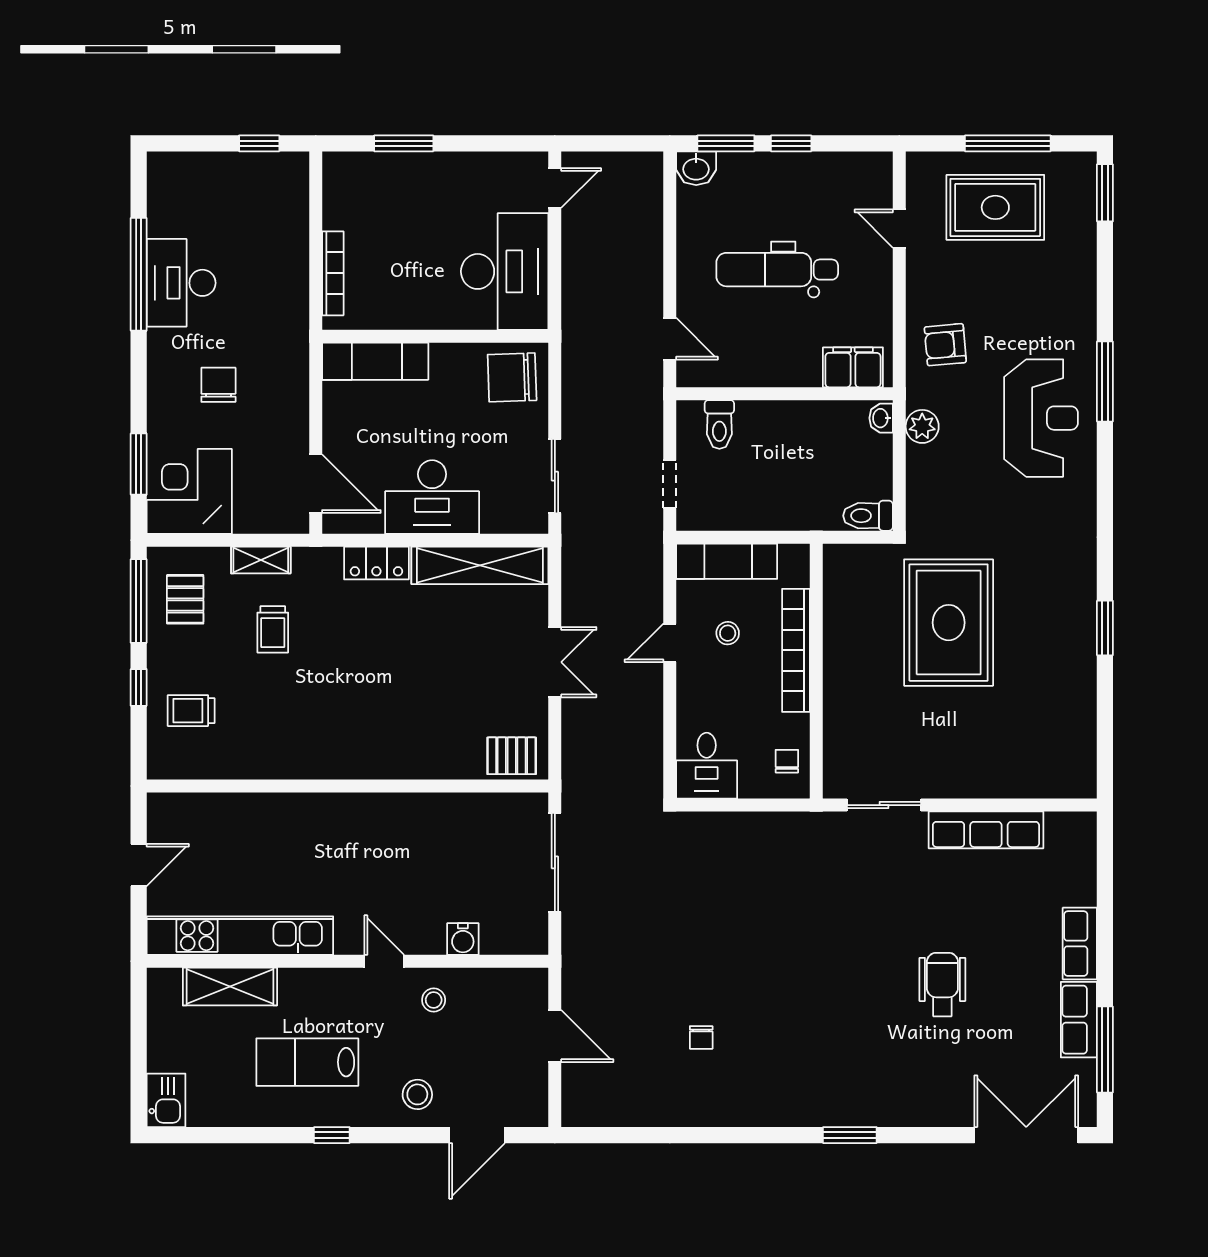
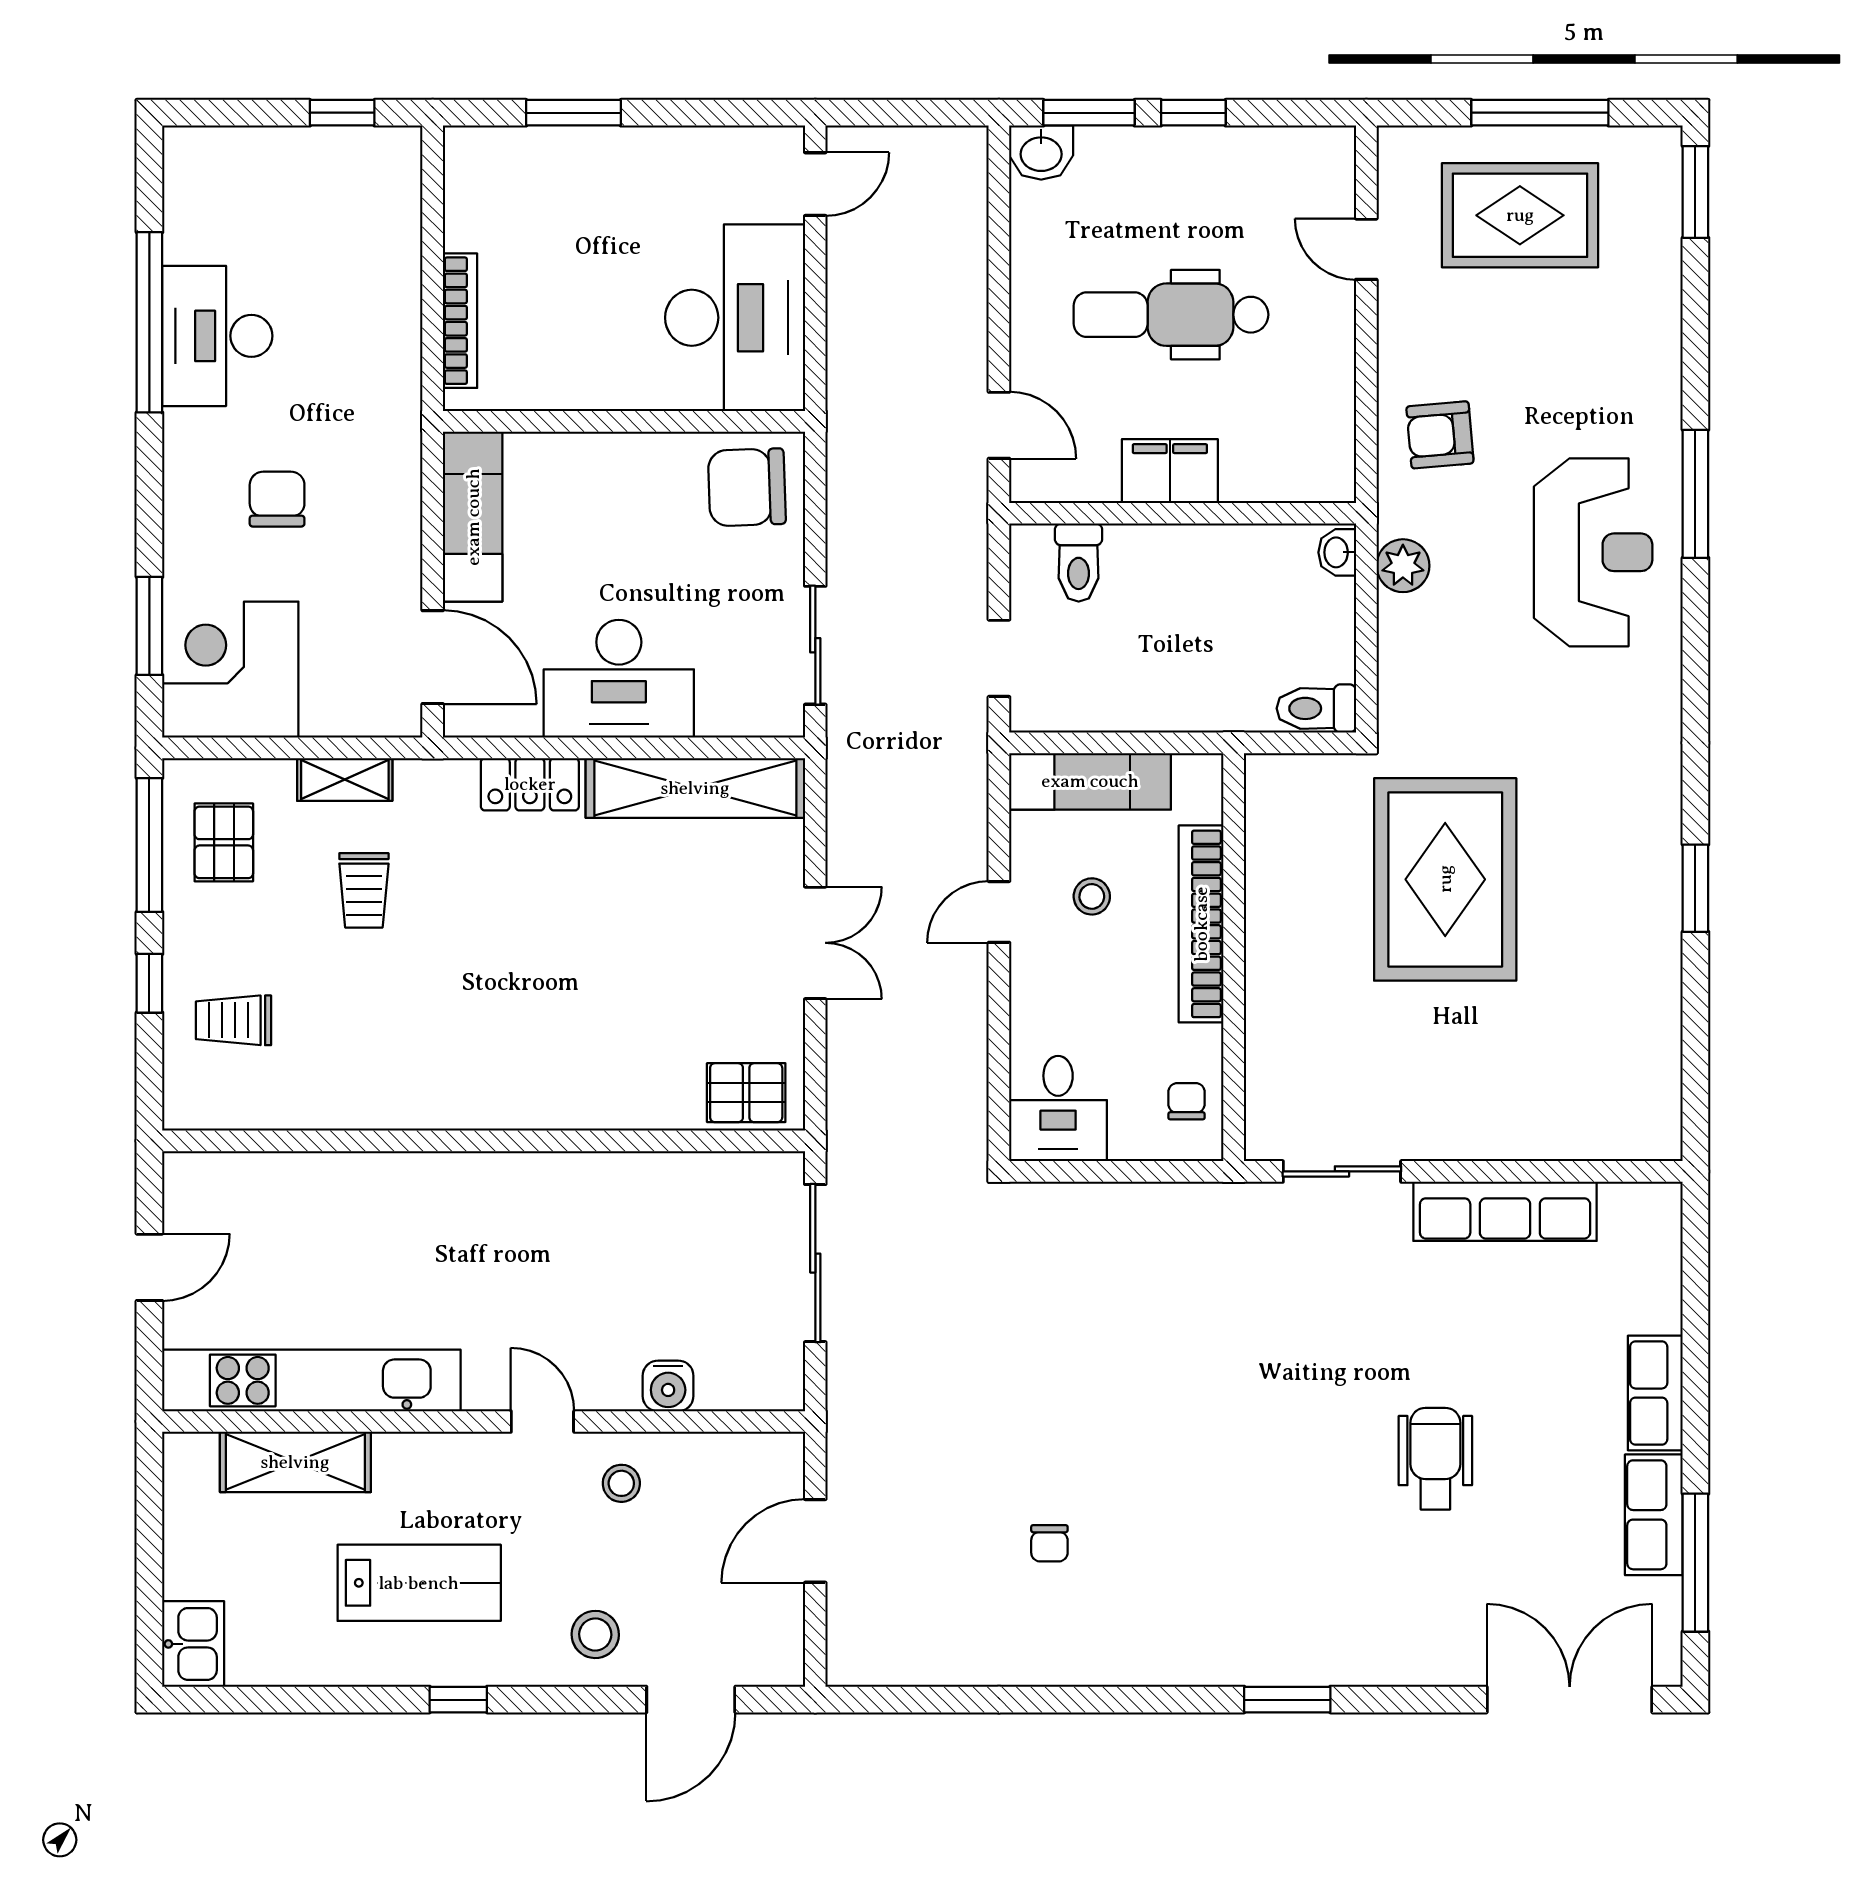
exam couch: (375, 361) -> (473, 517), moved, turned -90
filing cabinet: (853, 367) -> (1170, 471), moved
door: (555, 1036) -> (815, 1541), swing flipped
lab bench: (307, 1062) -> (419, 1583), turned 180

